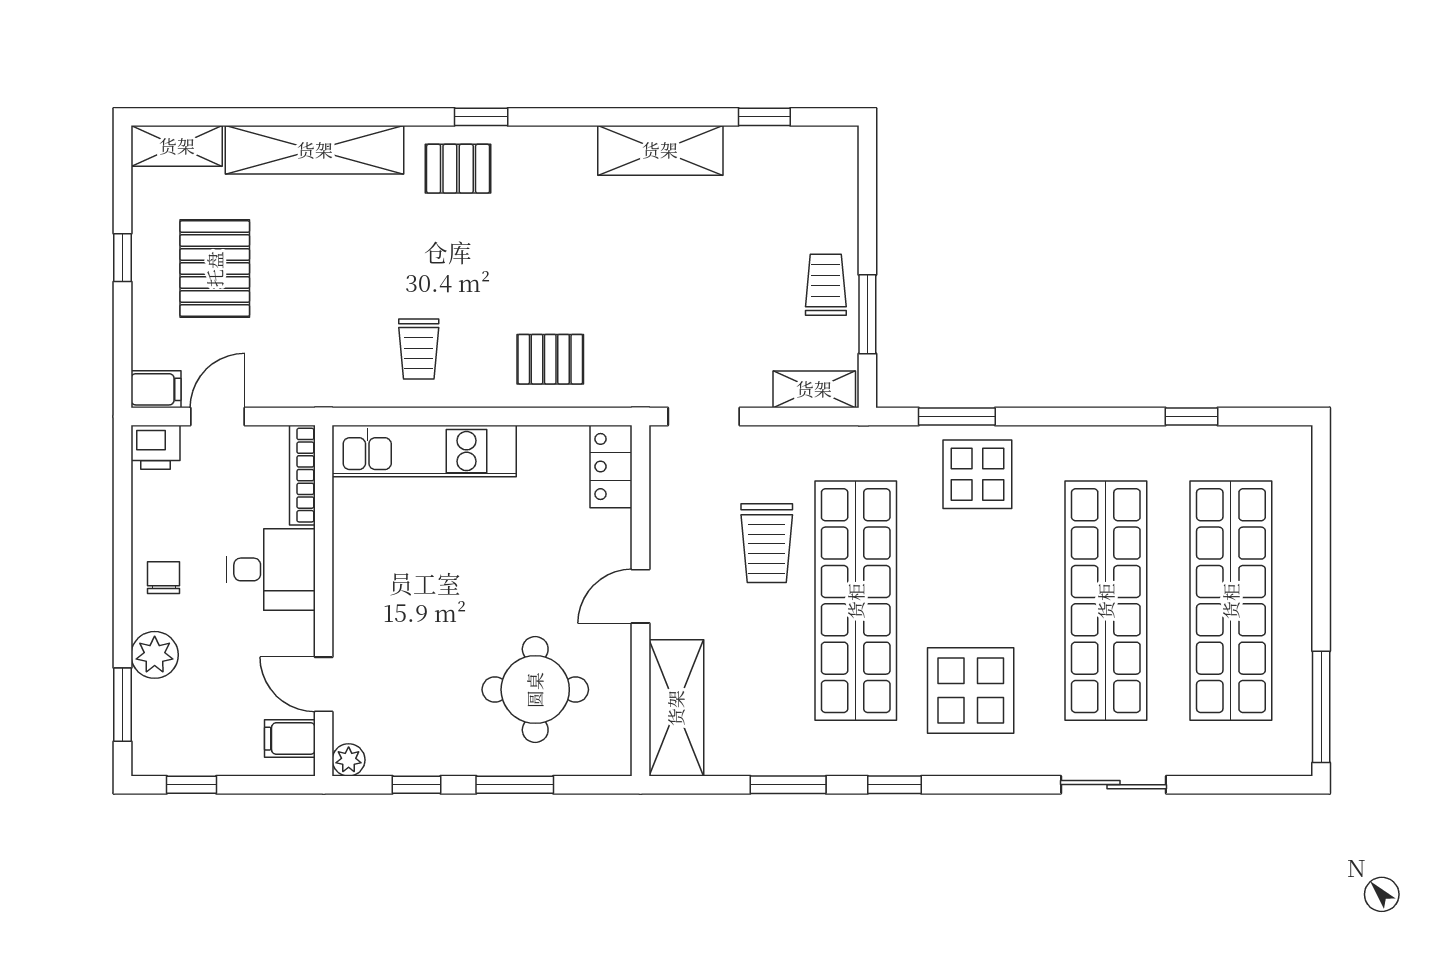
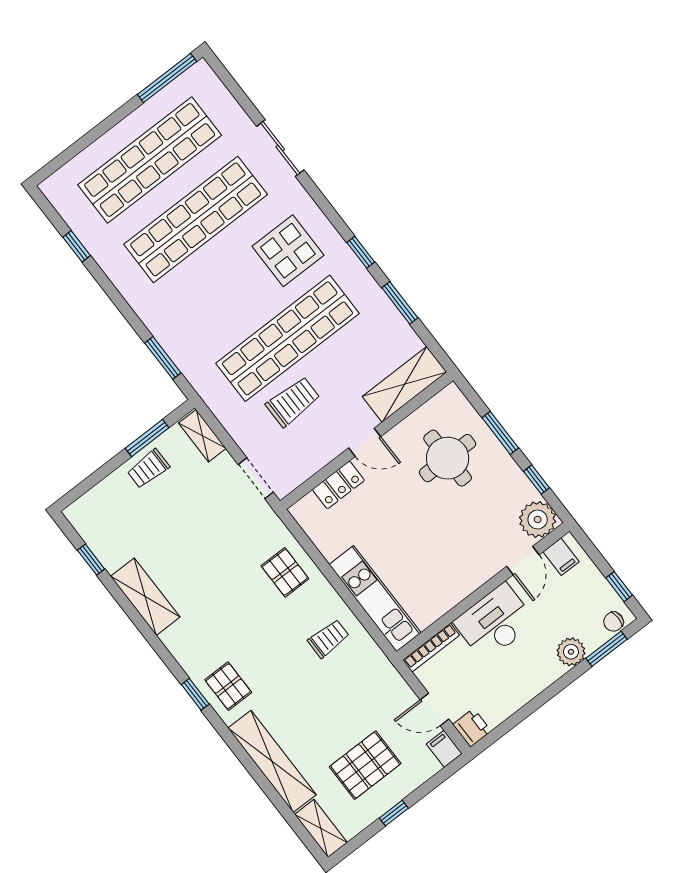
locker: (611, 467) -> (338, 485), moved
display table: (977, 474) -> (183, 327), removed
desk: (271, 569) -> (495, 622), width x1.37
chair: (164, 578) -> (613, 622), moved
plant: (349, 760) -> (538, 519), width x1.88, depth x1.88

